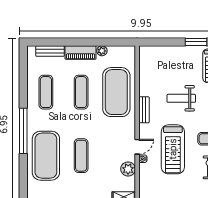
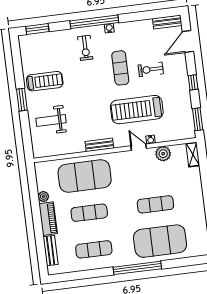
weight bench: (181, 98) -> (51, 120), moved, turned 90
treadmill: (173, 149) -> (137, 110), turned 180

